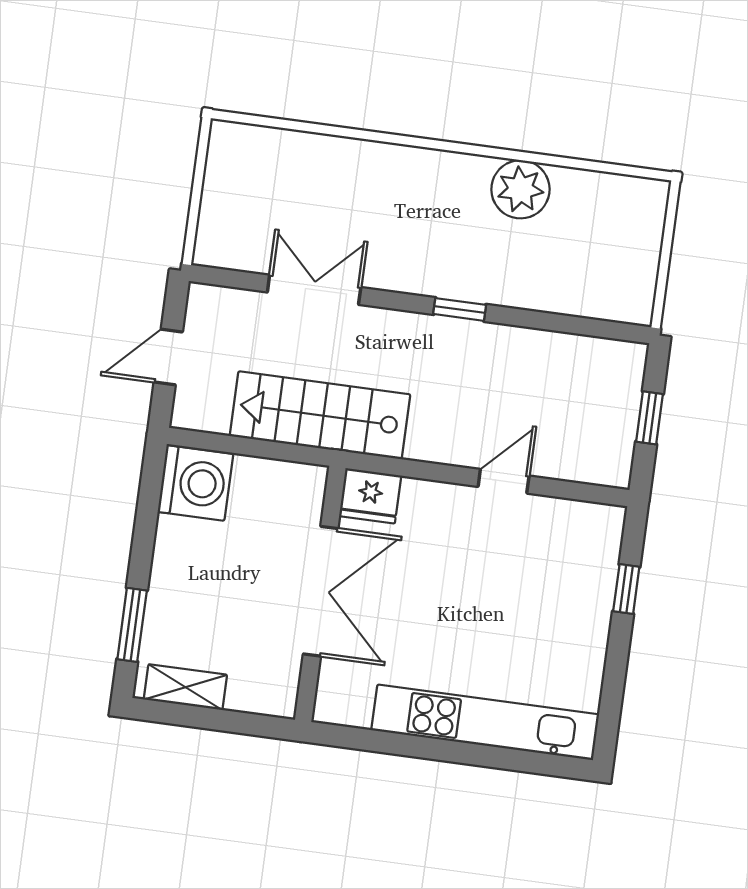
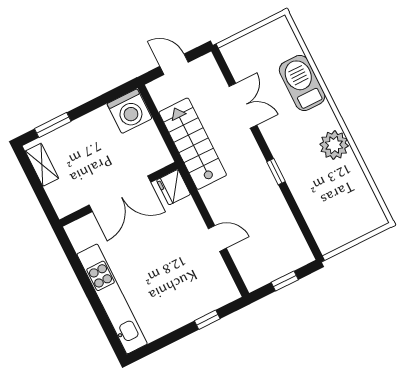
barbecue: (343, 167) -> (302, 83), added
plant: (520, 189) -> (334, 145), moved

